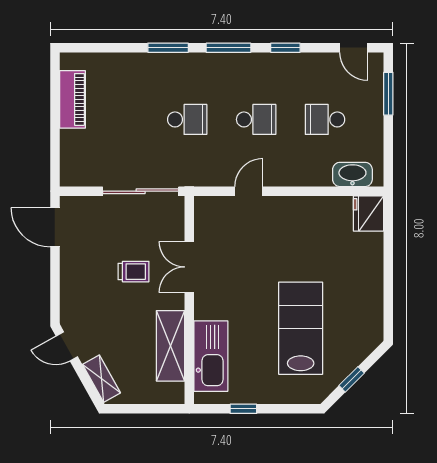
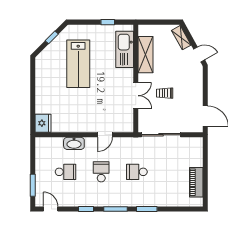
school desk: (256, 119) -> (101, 172), turned 90
washbasin: (352, 174) -> (74, 143), moved

